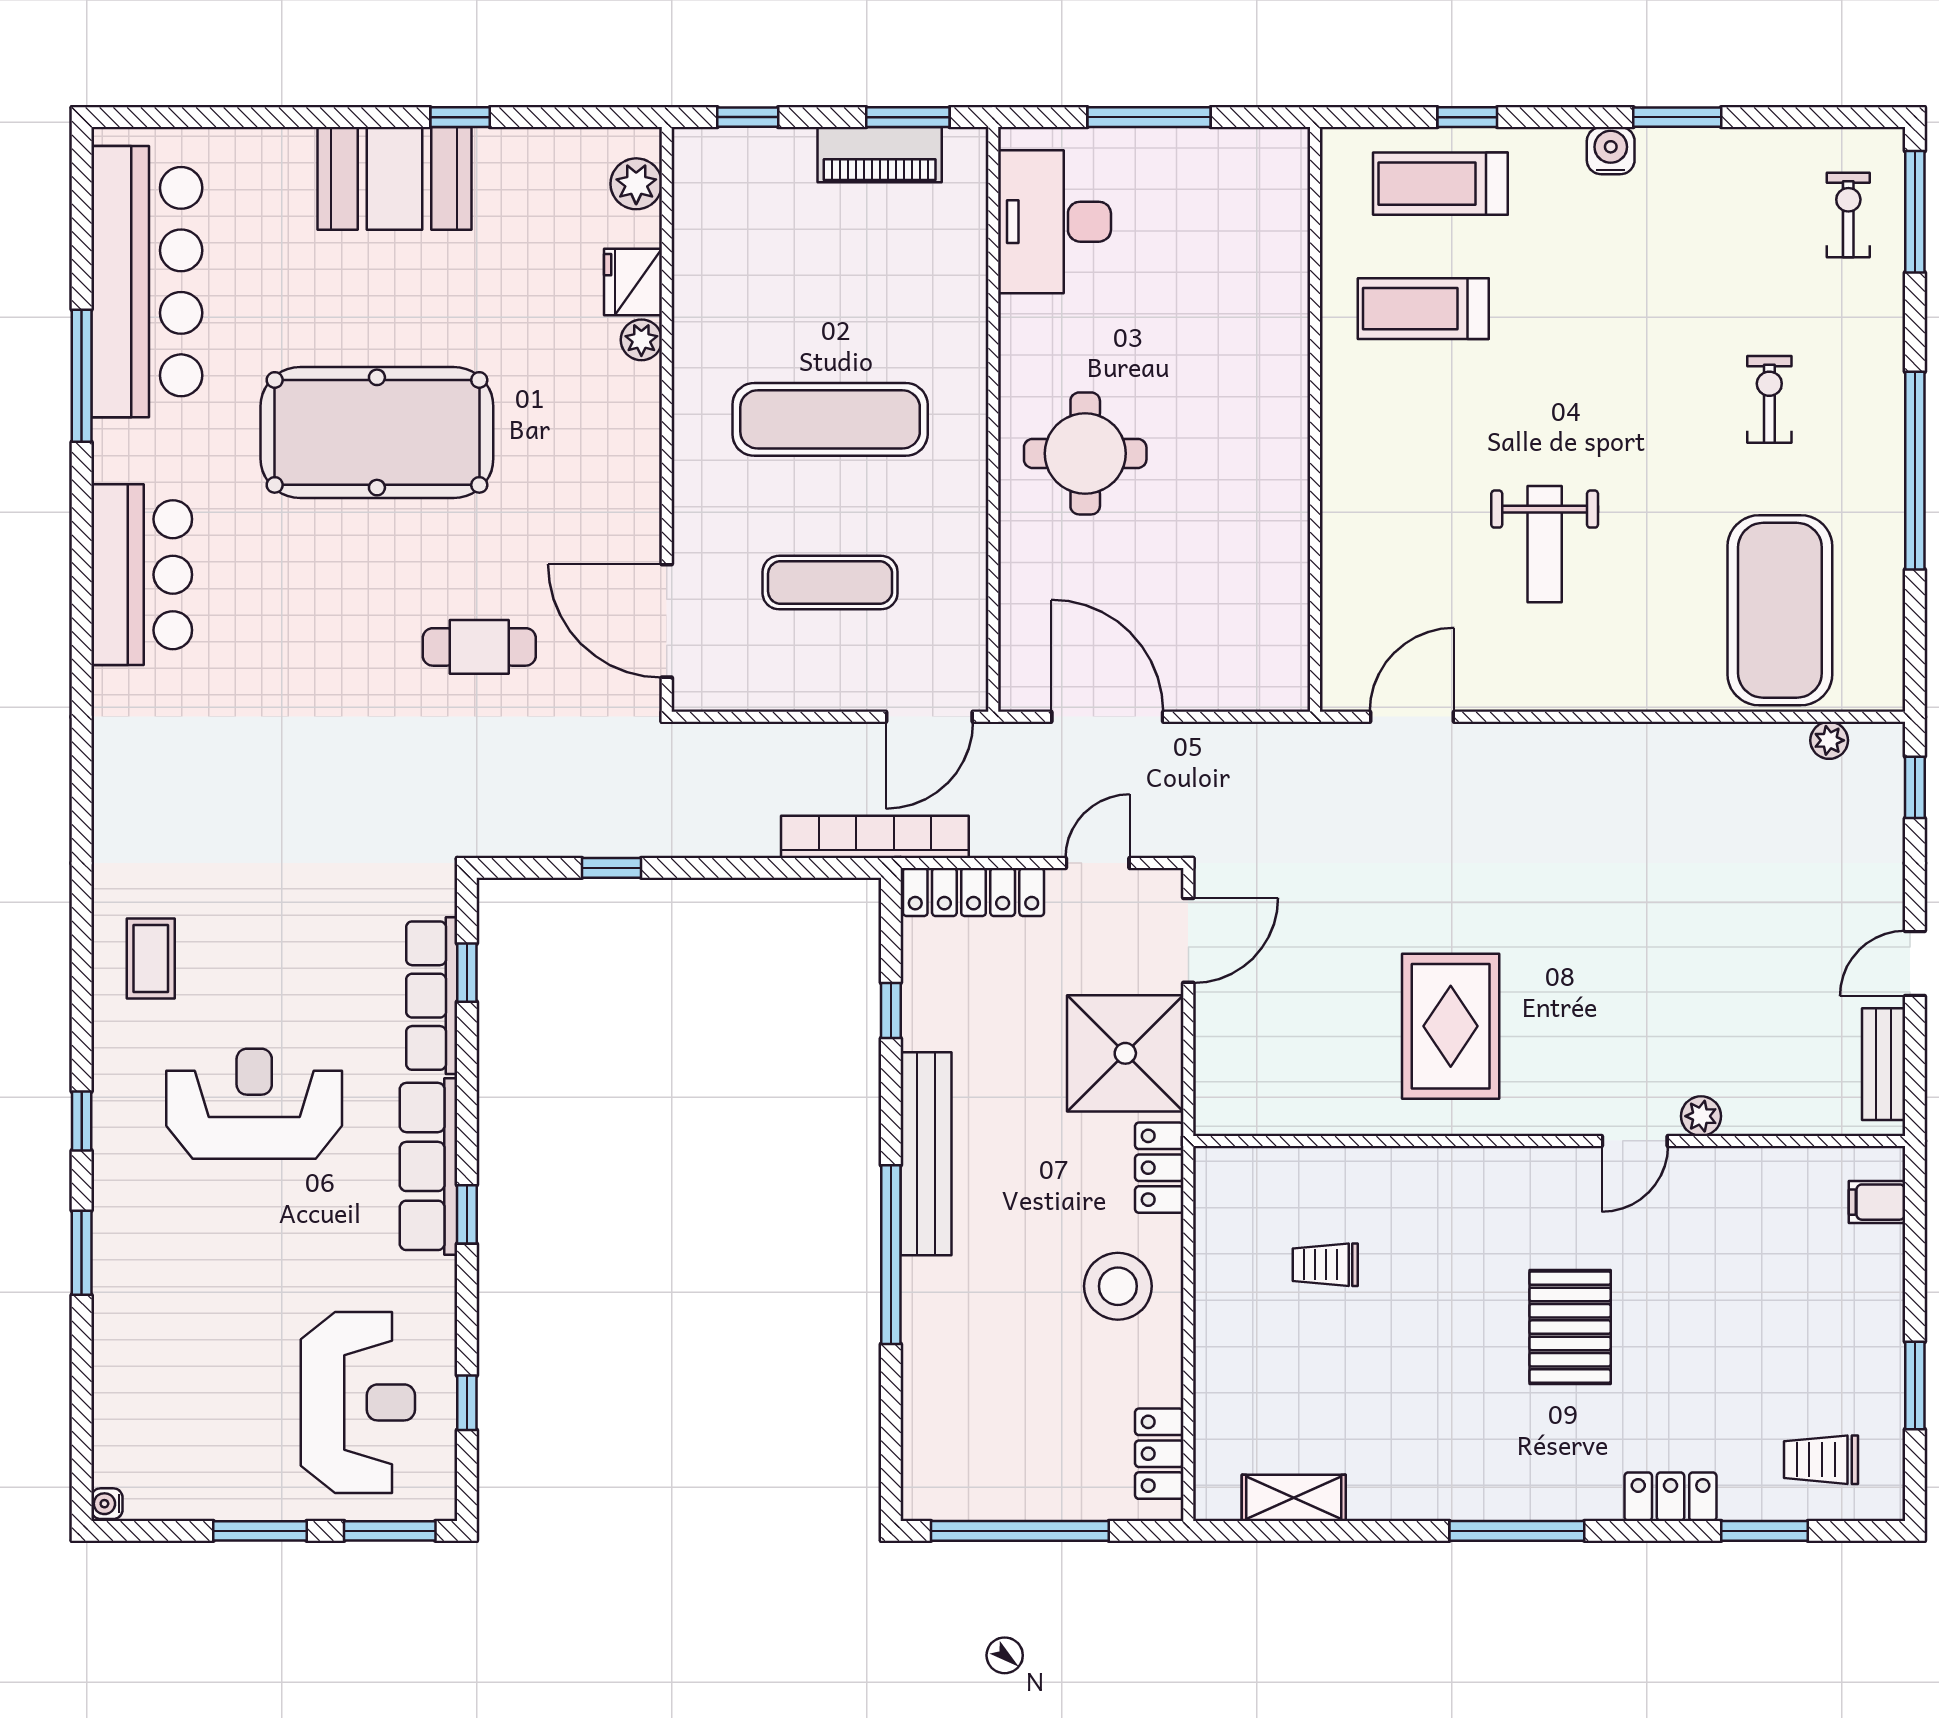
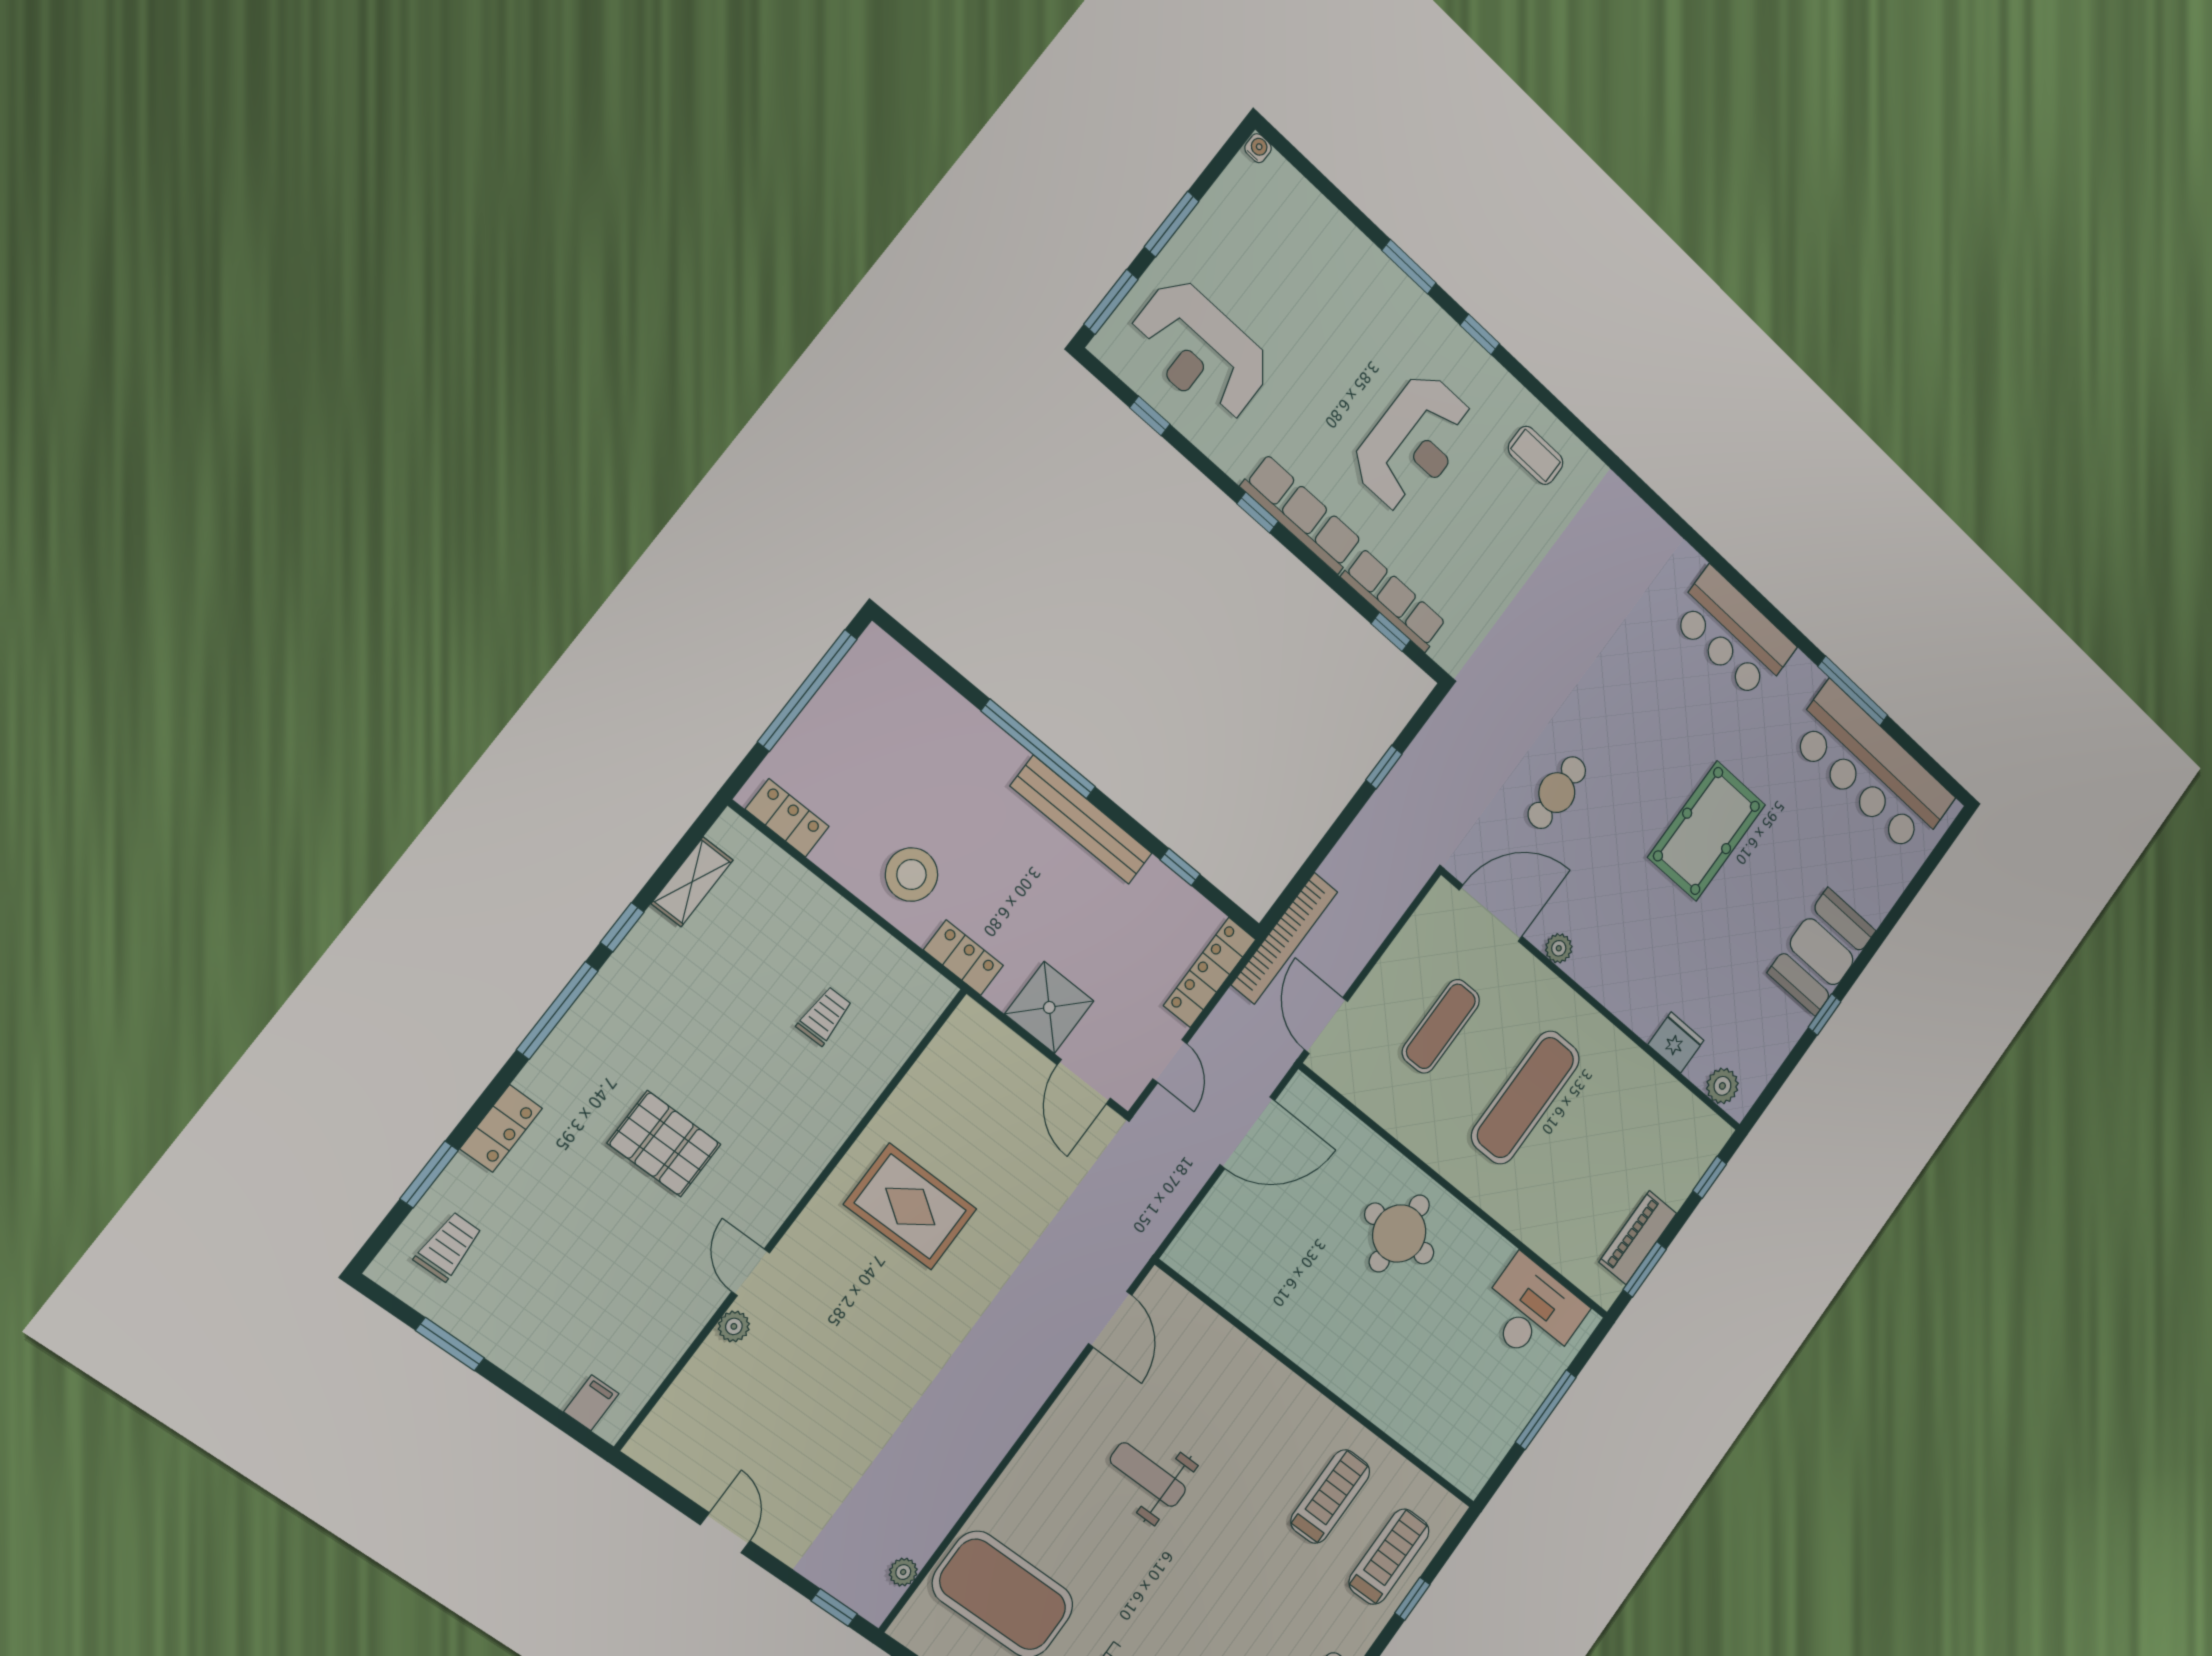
plant: (641, 340) -> (1559, 948), moved
pool table: (377, 432) -> (1707, 831), width x0.73, depth x0.76
shower: (1125, 1053) -> (1049, 1007), width x0.73, depth x0.73
bench: (1884, 1064) -> (677, 1469), removed
window: (1390, 1531) -> (622, 927), added

